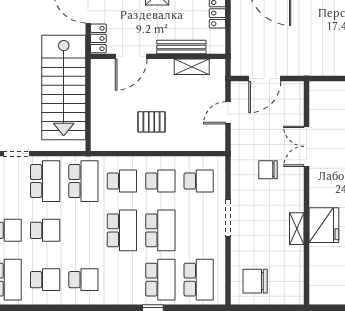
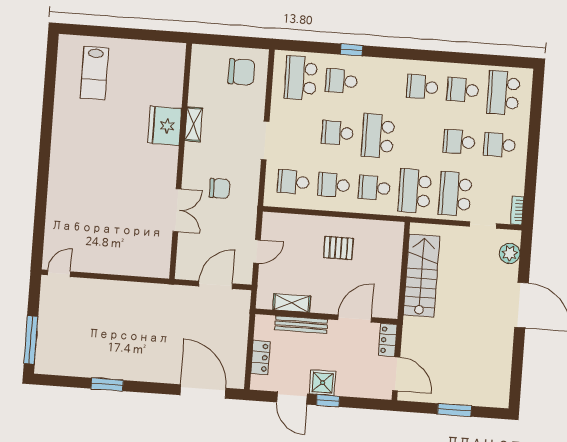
stairs: (64, 88) -> (422, 276), width x0.73, depth x0.66
school desk: (160, 230) -> (337, 133), width x0.54
school desk: (160, 280) -> (341, 81), width x0.54

